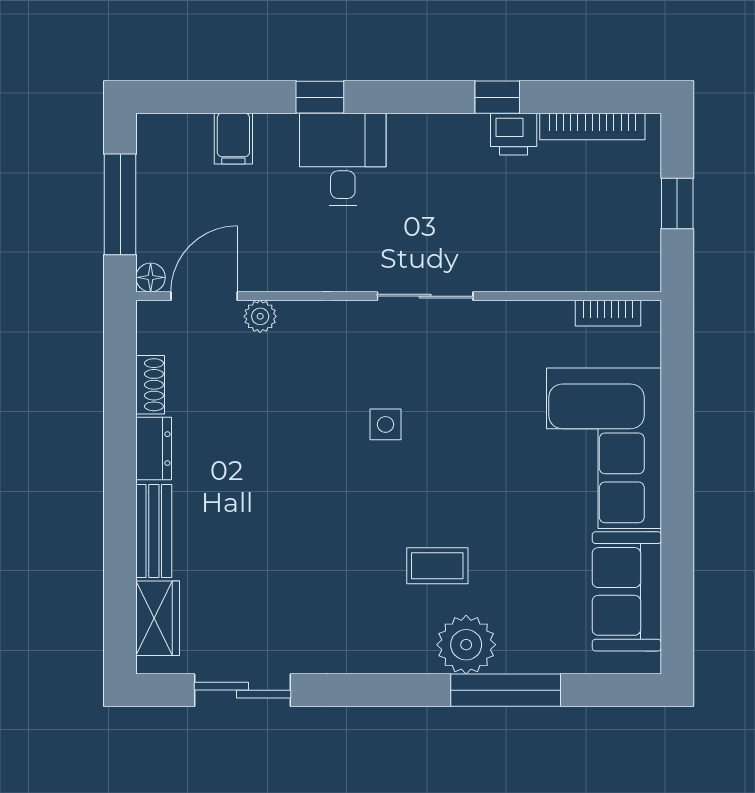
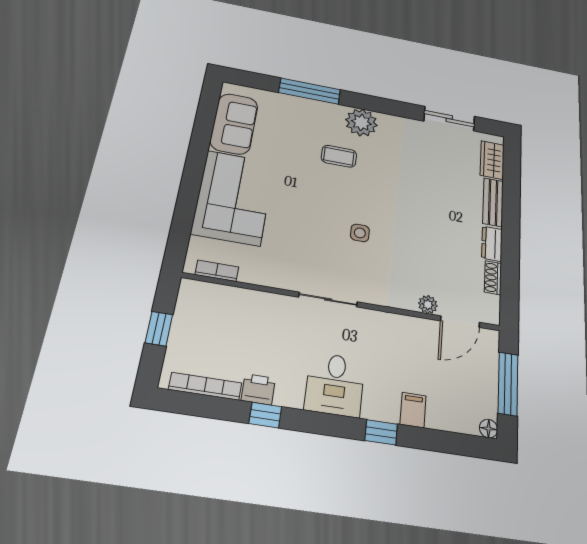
filing cabinet: (233, 139) -> (413, 410), moved
desk: (343, 160) -> (335, 384), moved
floor lamp: (151, 277) -> (489, 429), moved
plant: (466, 645) -> (361, 122), moved

